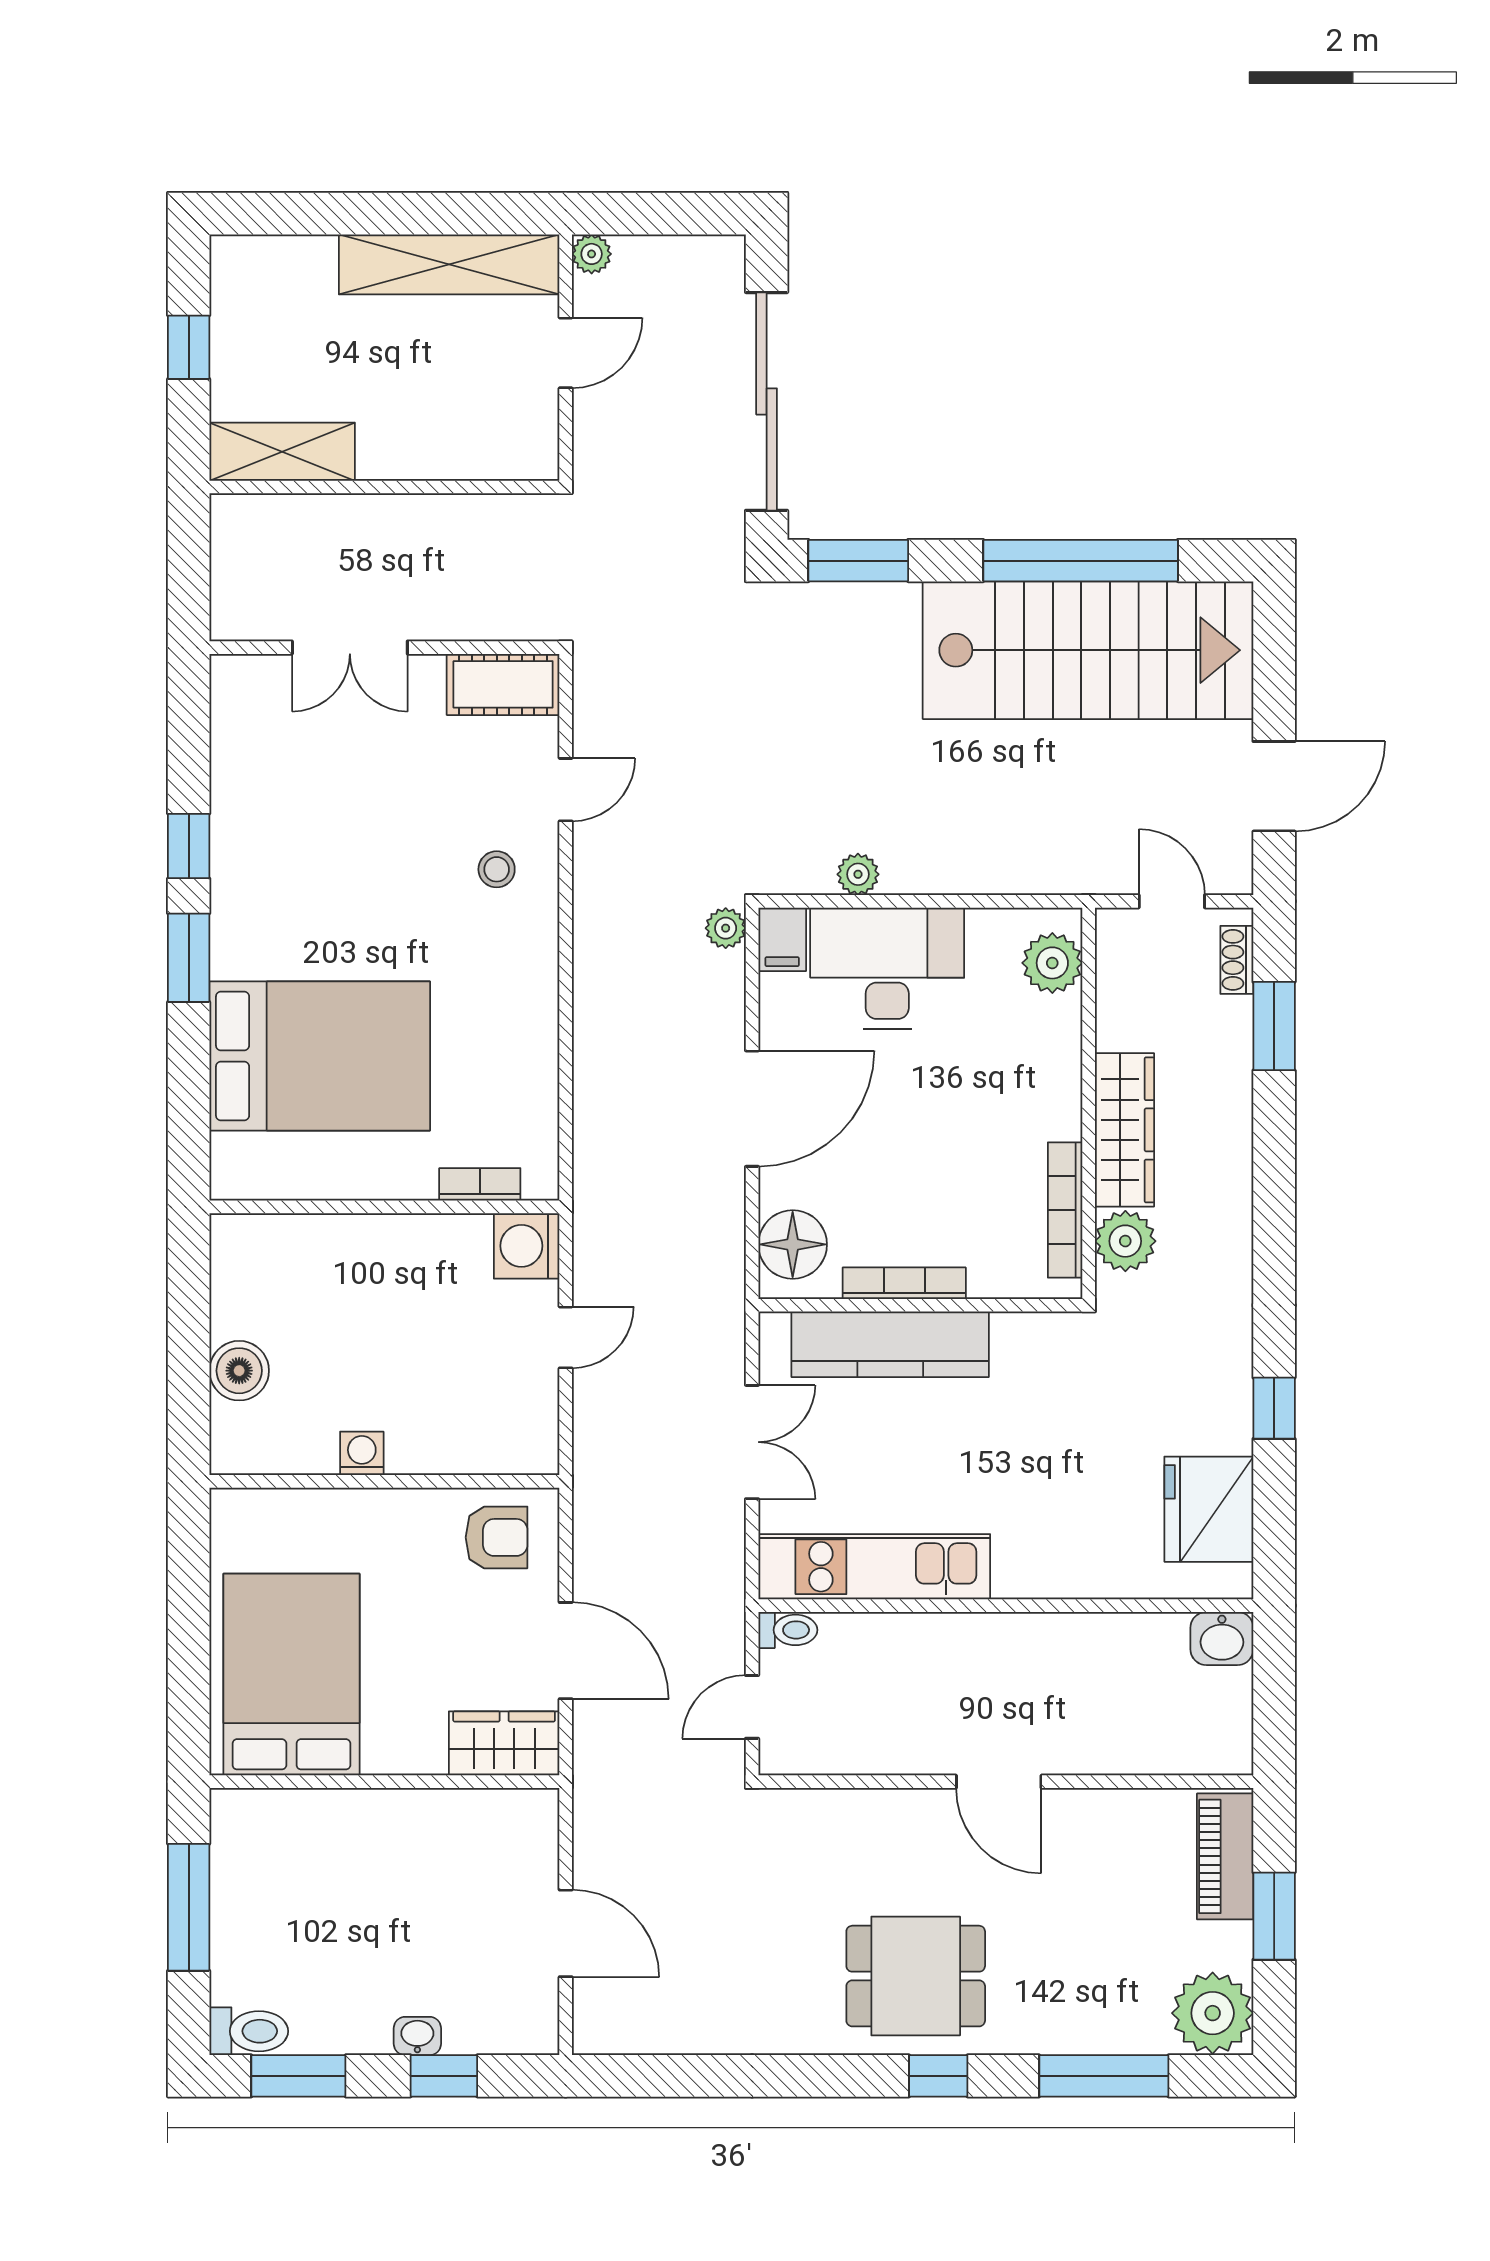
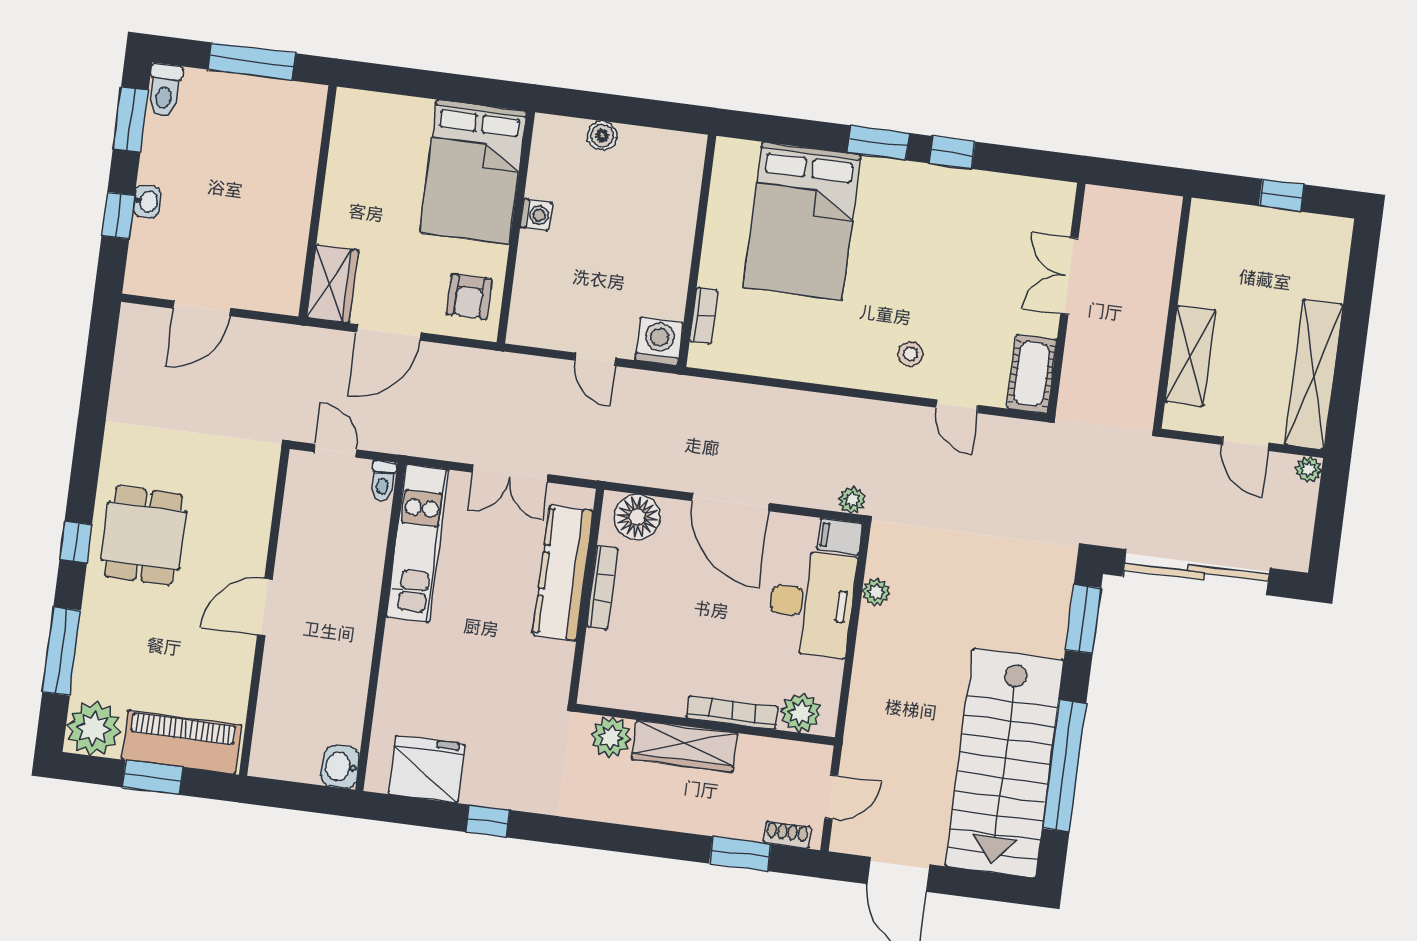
shelving: (282, 452) -> (1190, 356), moved
bookcase: (1065, 1210) -> (732, 712), moved
boiler: (239, 1371) -> (602, 136), width x0.73, depth x0.73
bed: (291, 1675) -> (473, 172), moved, turned 90
piano: (1225, 1856) -> (182, 742), width x1.37, depth x1.33

